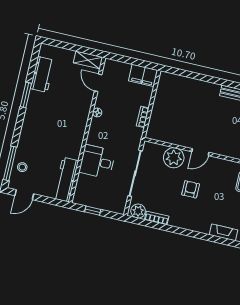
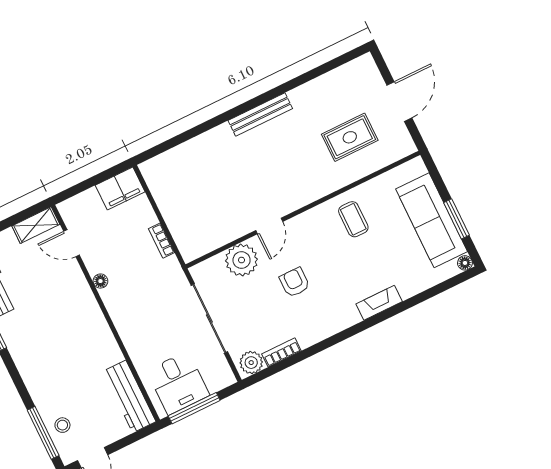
desk: (97, 162) -> (178, 383), moved, turned -90
window: (93, 211) -> (194, 408), width x2.17

